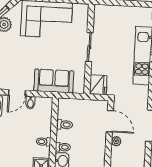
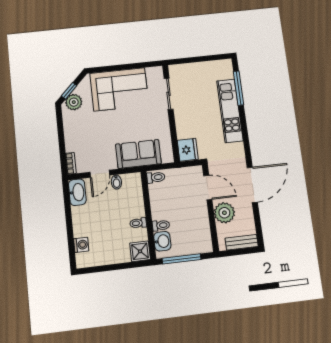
sliding door: (89, 47) -> (169, 94), moved
toilet: (64, 125) -> (156, 177), moved
plant: (116, 141) -> (224, 213), width x1.87, depth x1.87

